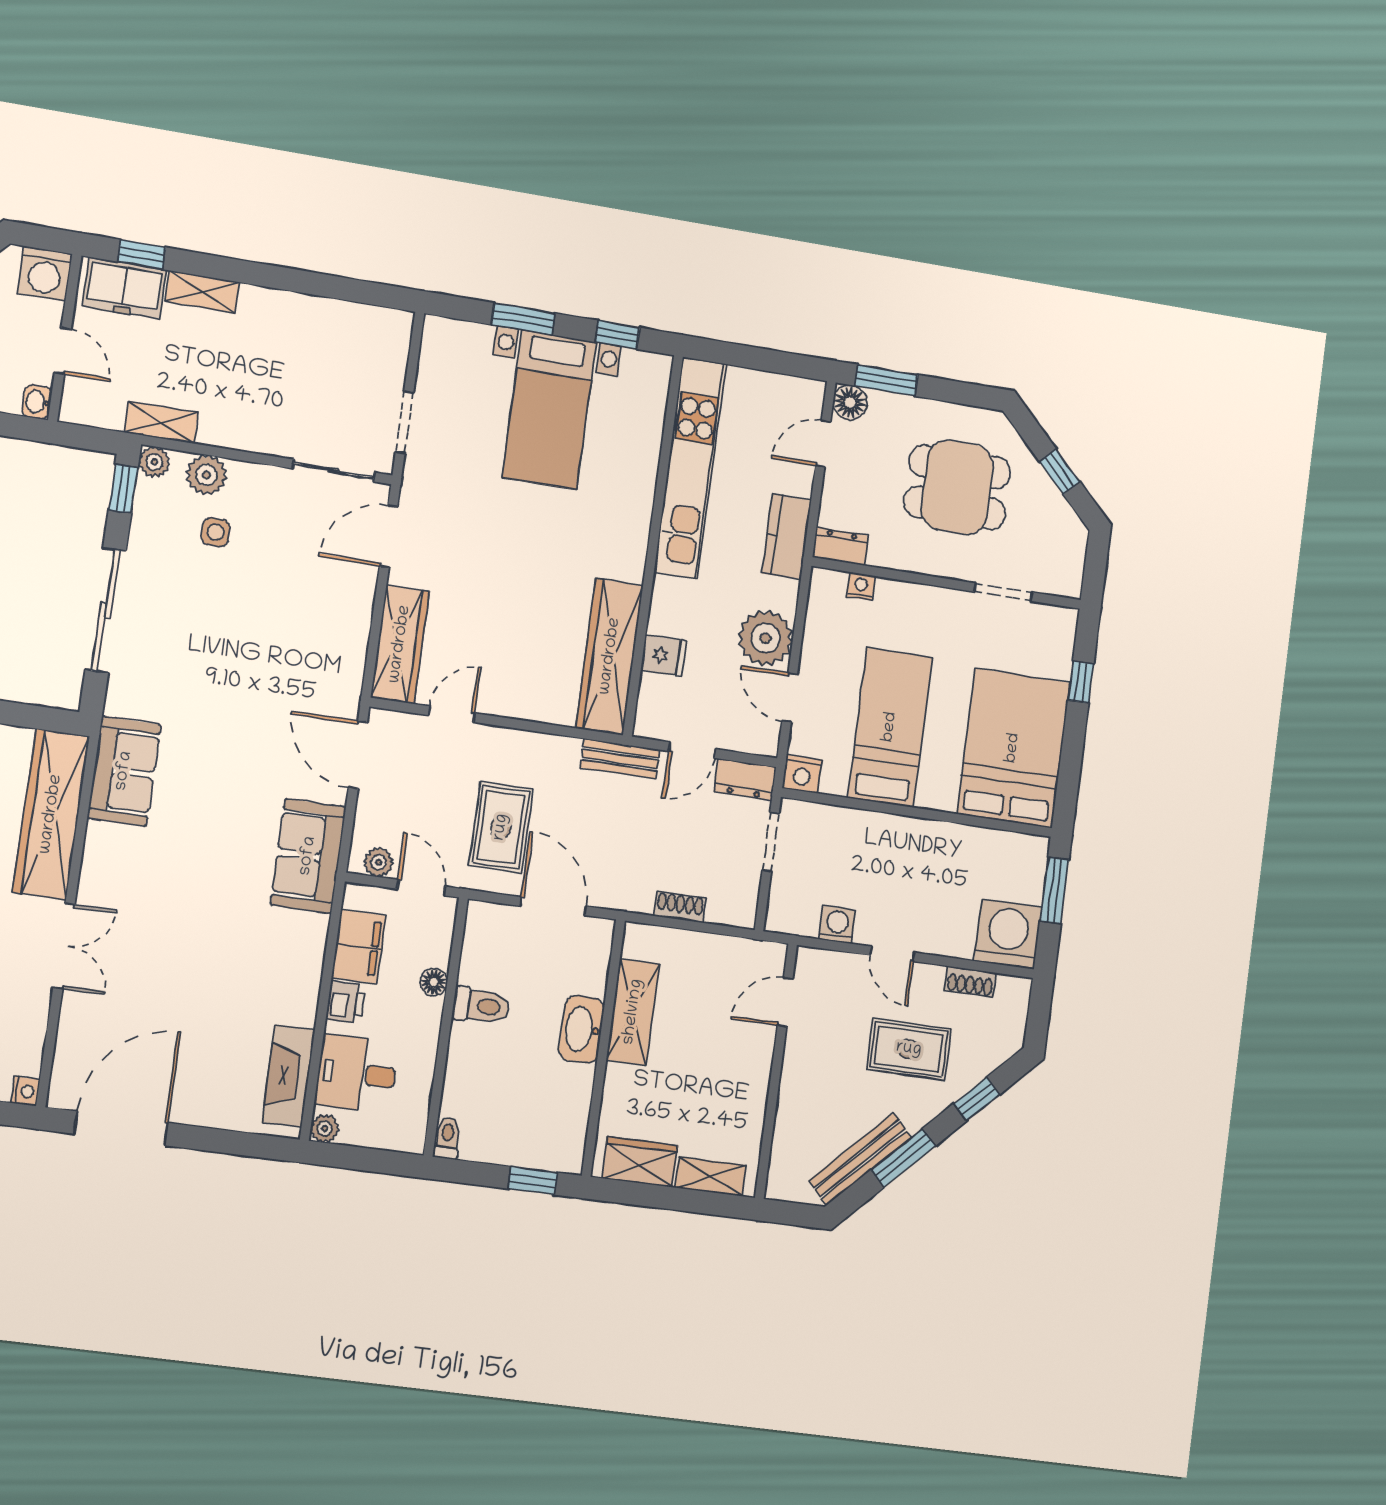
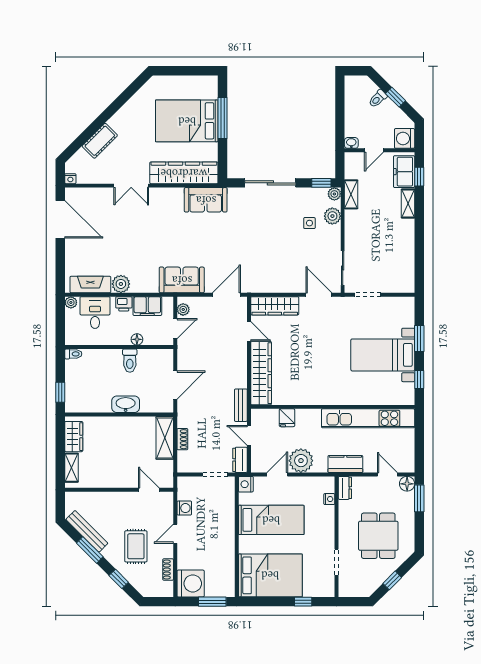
wardrobe: (610, 656) -> (261, 373), moved, turned 90
rug: (501, 827) -> (205, 359), removed
plant: (297, 1003) -> (121, 284), added
shelving: (633, 1012) -> (165, 438), moved, turned 90

